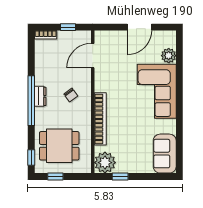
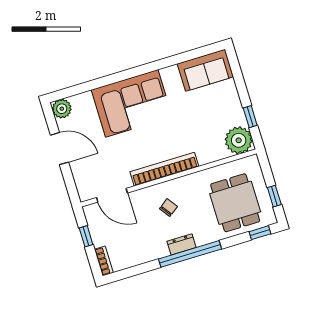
plant: (169, 56) -> (62, 109), moved
bookcase: (100, 119) -> (164, 169), moved

